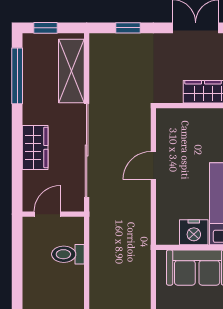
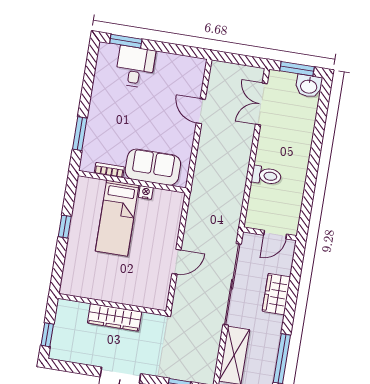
nightstand: (194, 232) -> (146, 192), width x0.53, depth x0.56
toilet: (68, 254) -> (266, 176), moved

